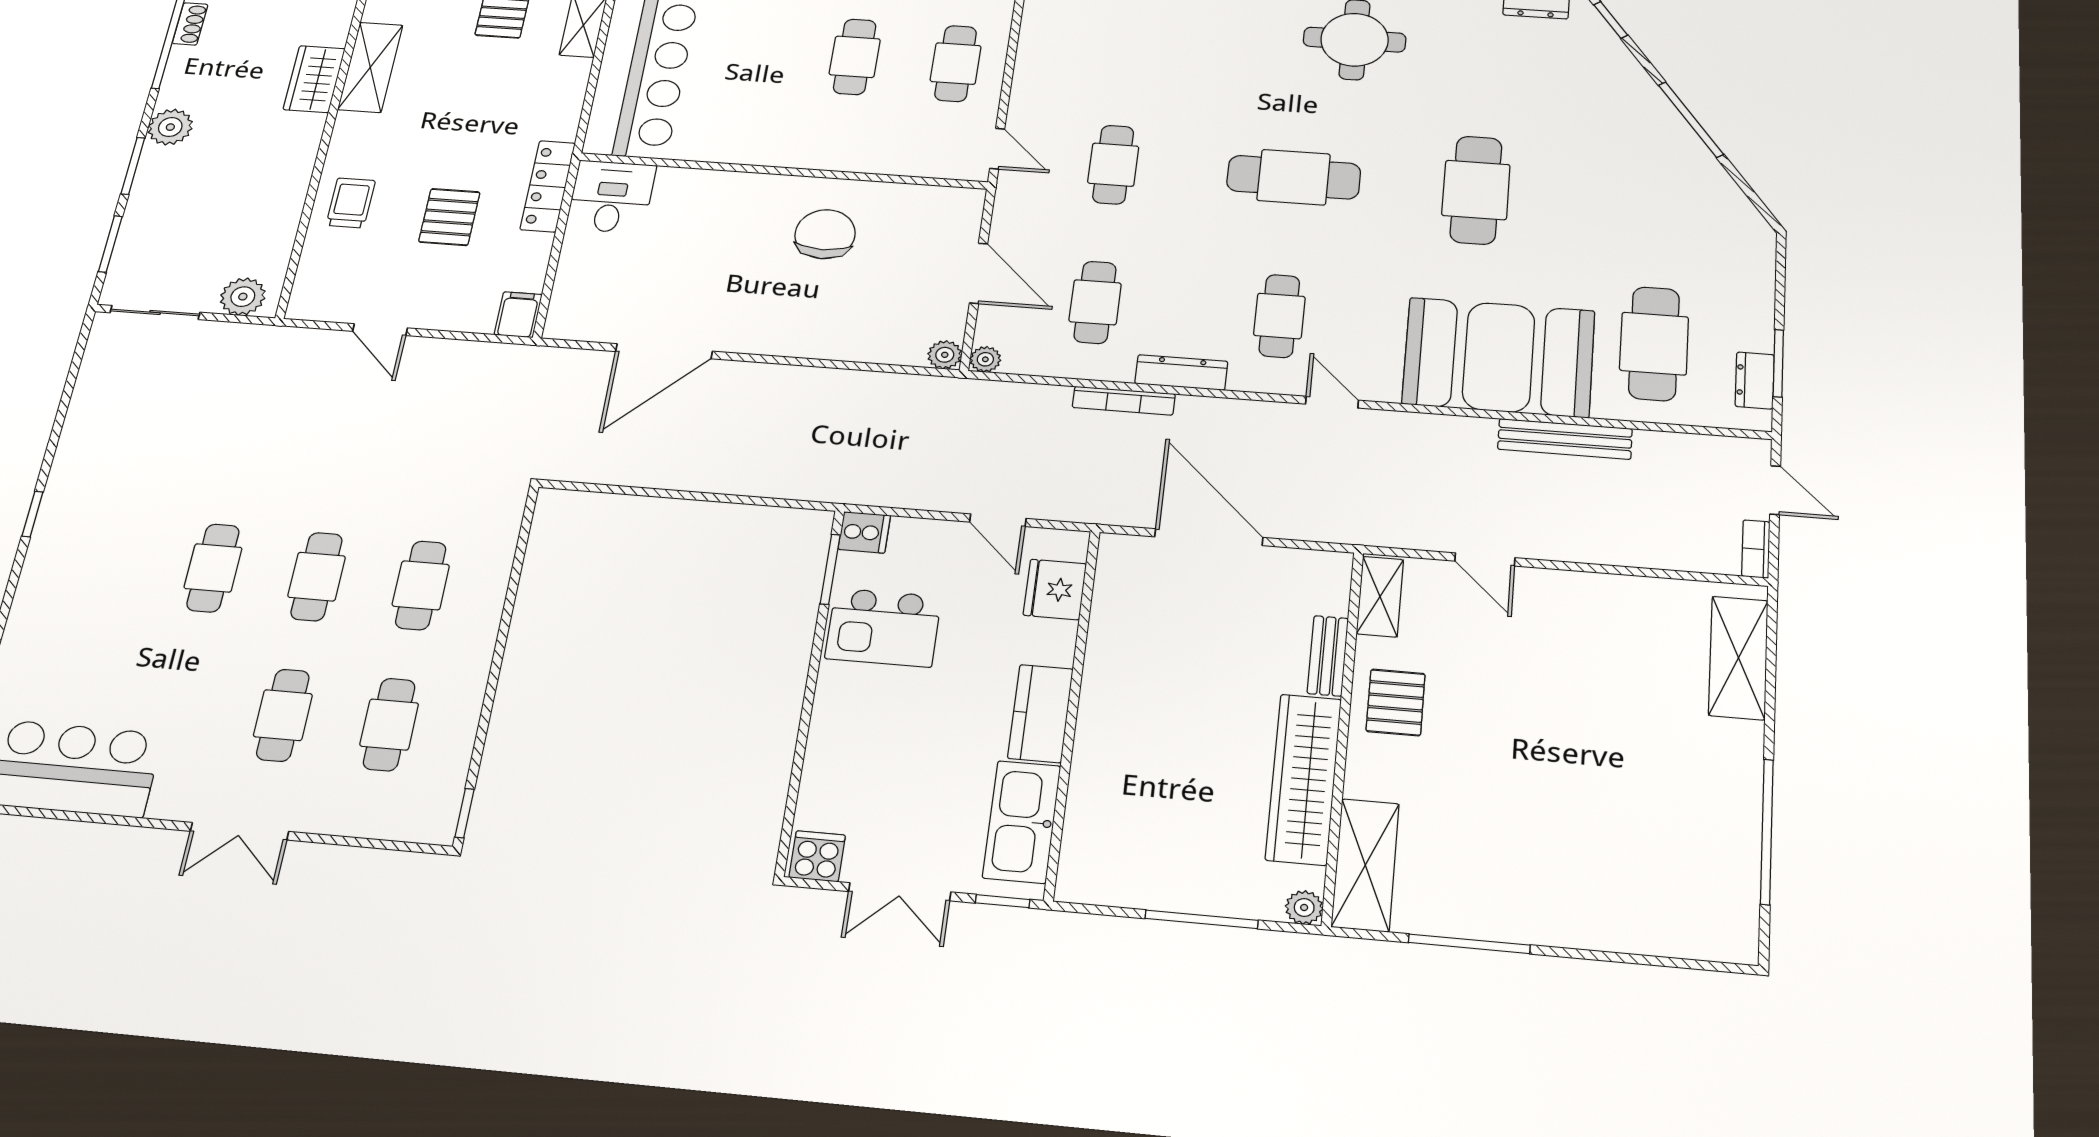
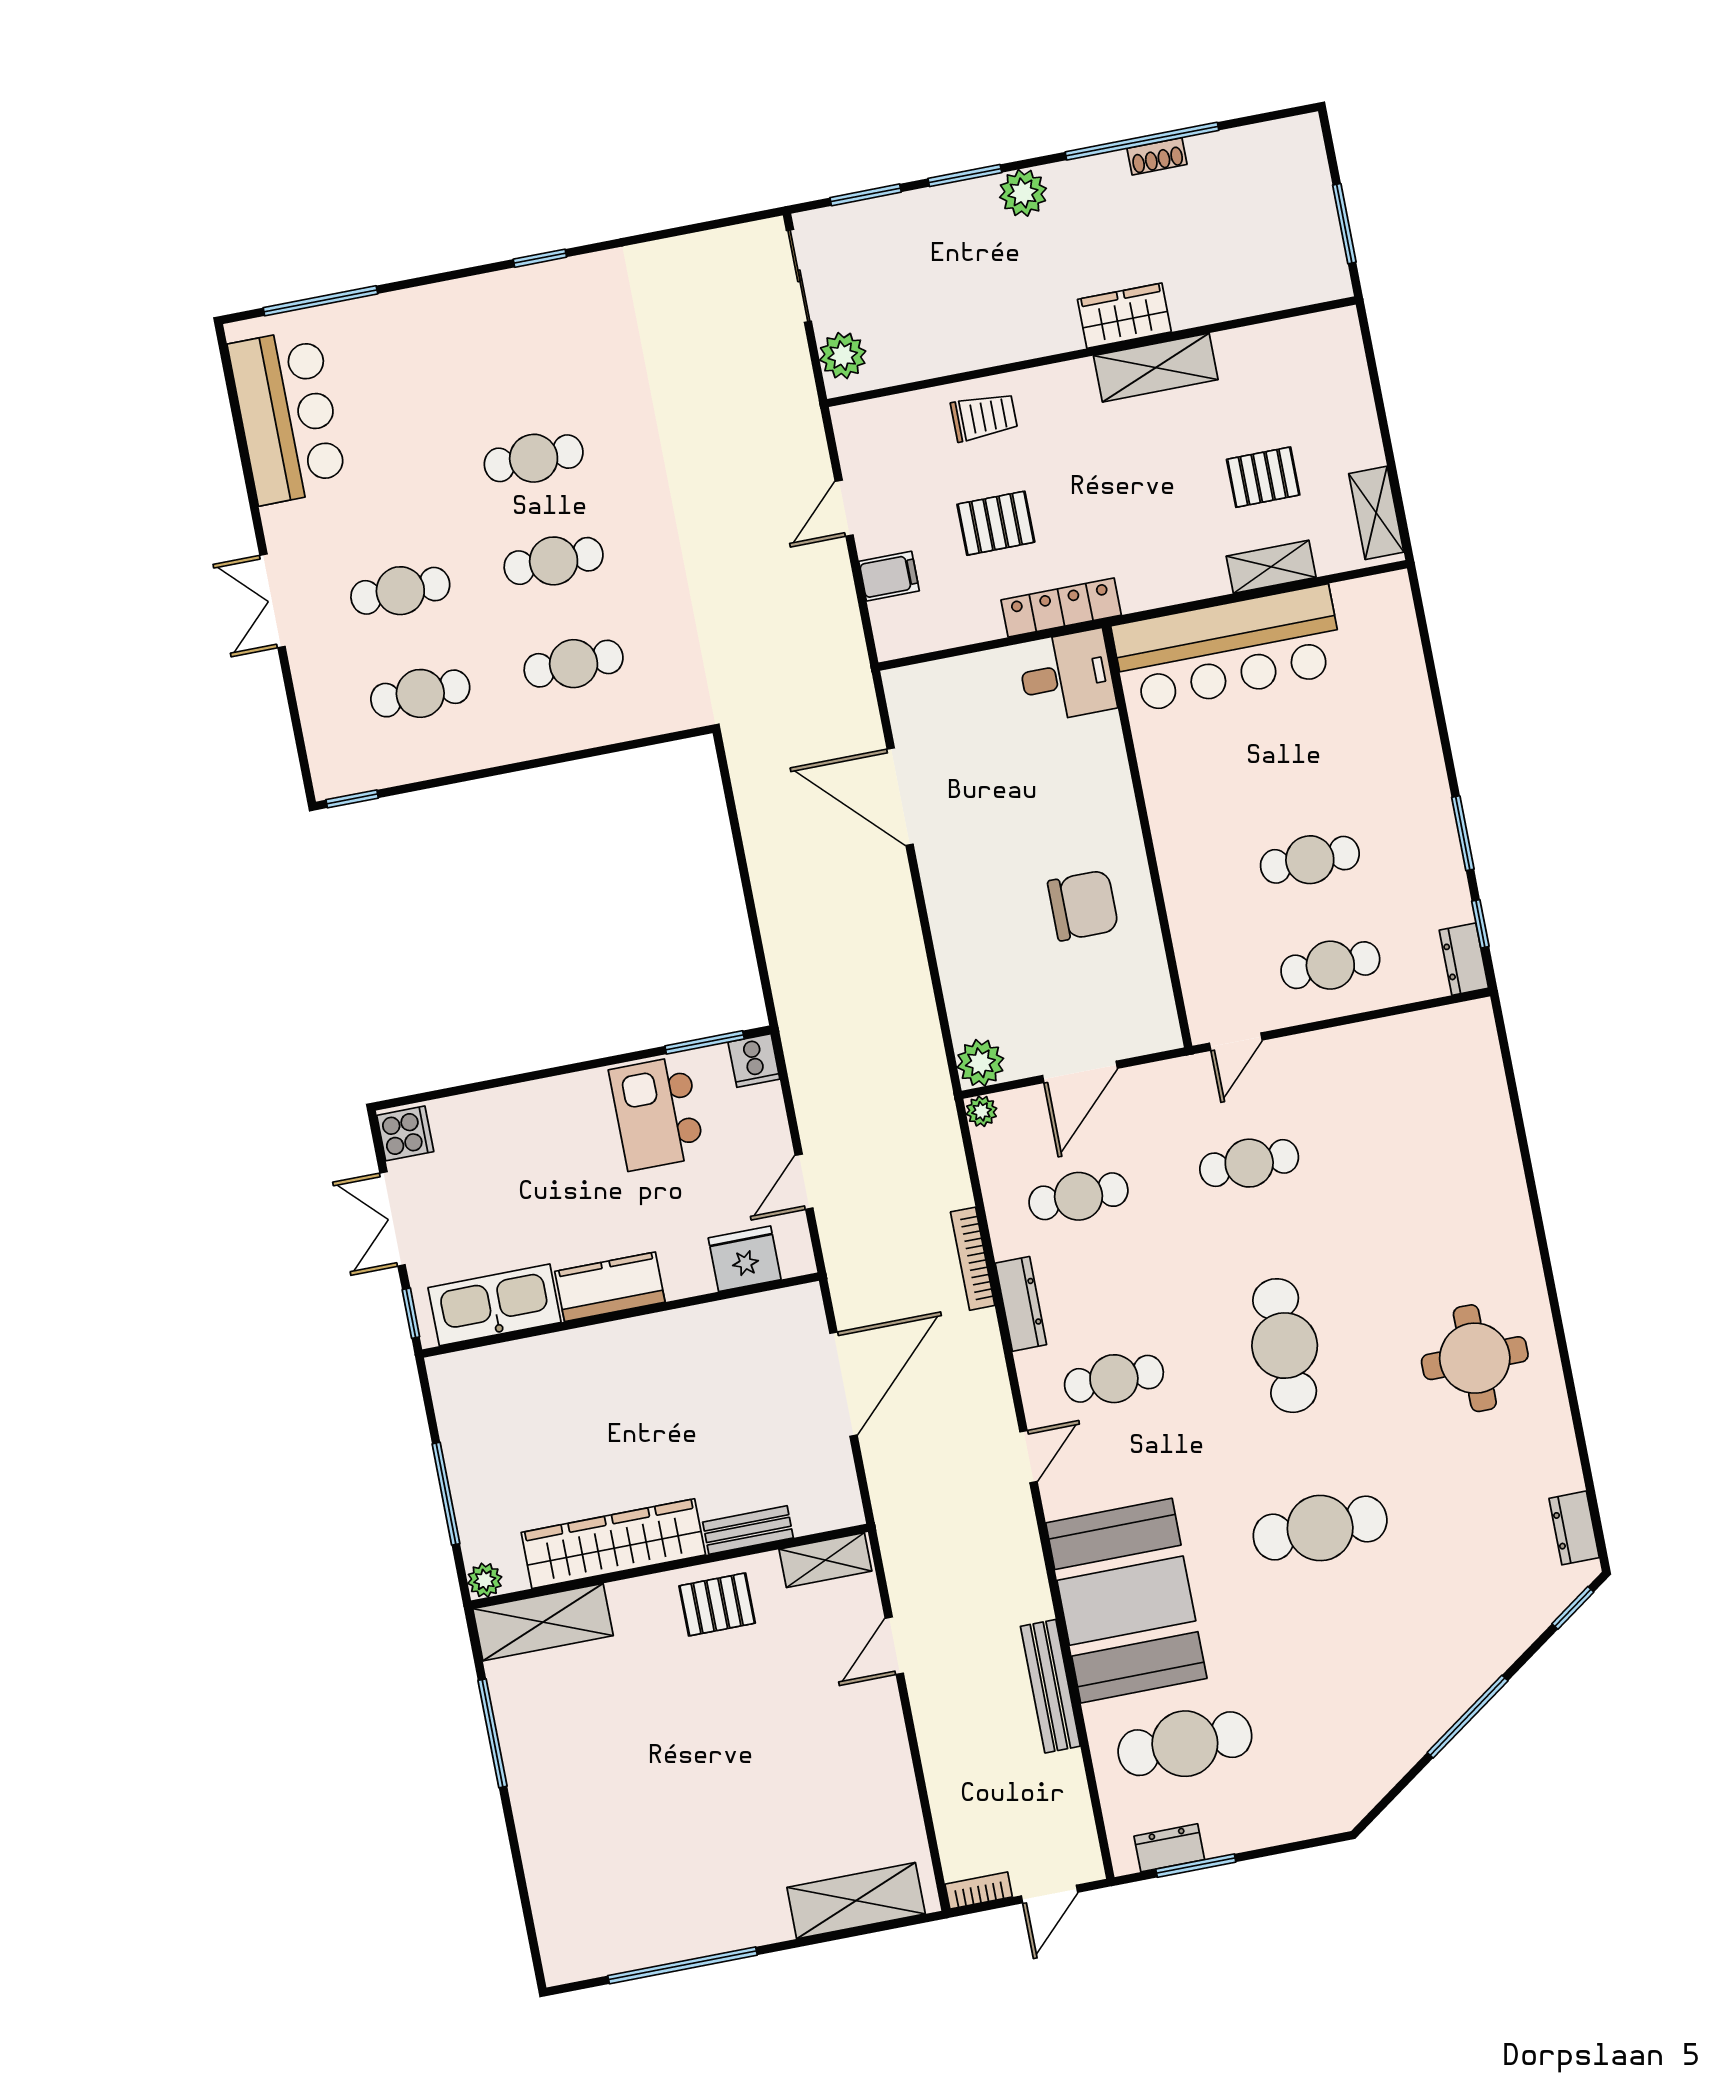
filing cabinet: (518, 315) -> (889, 576), moved
plant: (945, 355) -> (980, 1063), width x1.38, depth x1.38

